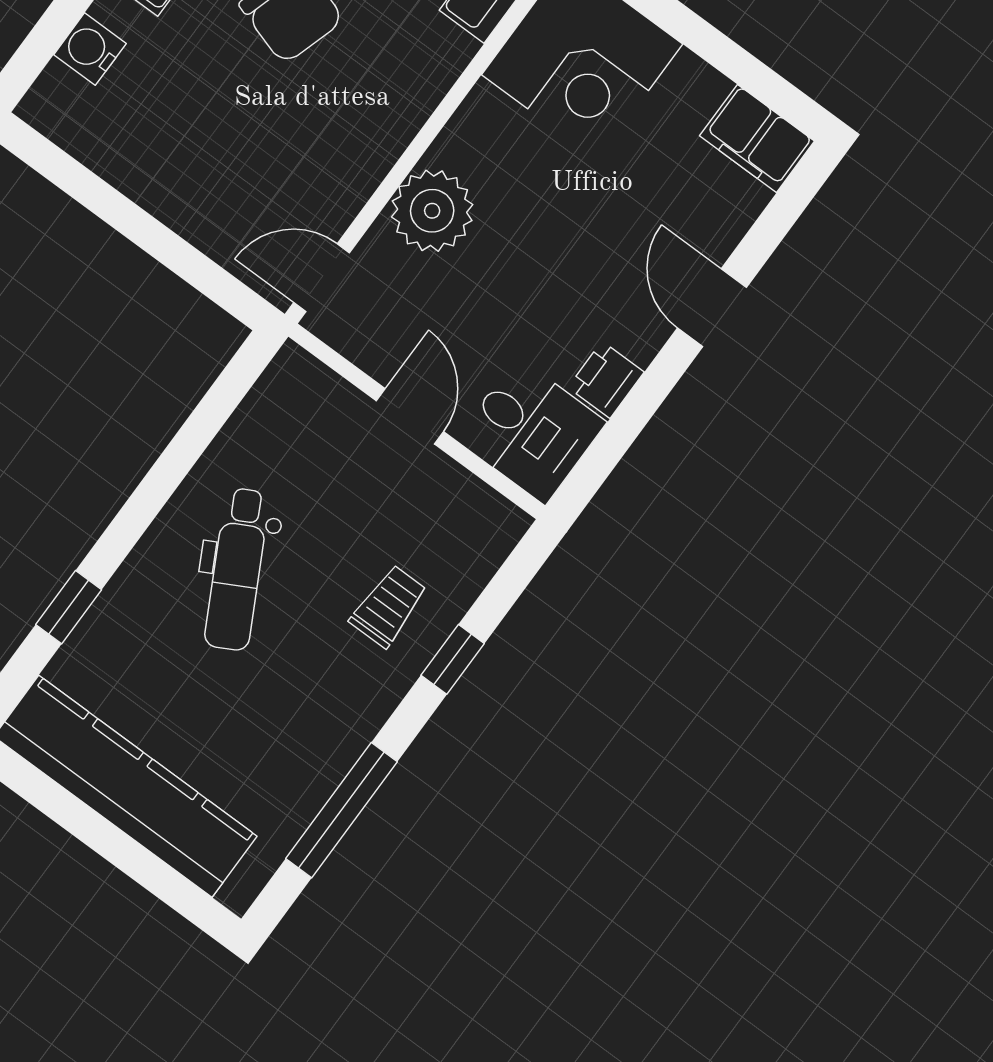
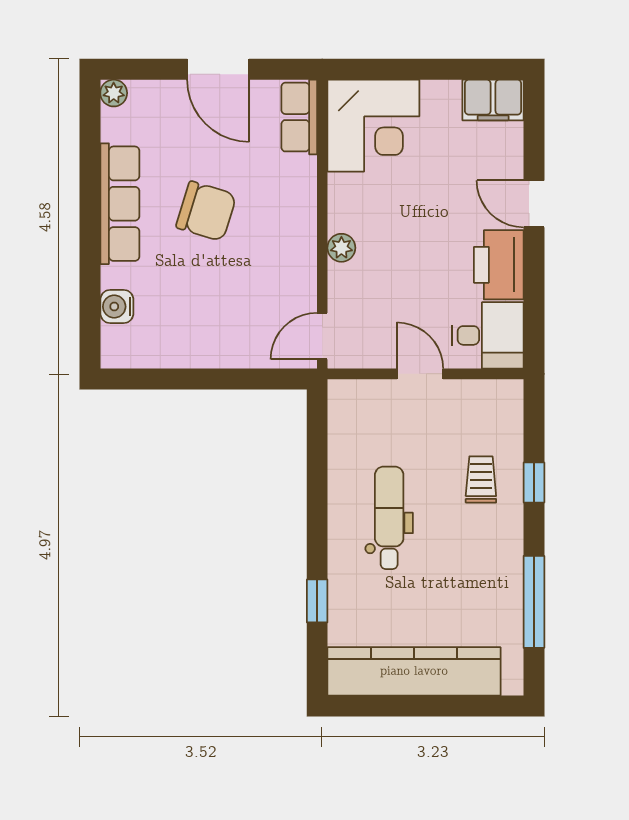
plant: (432, 211) -> (341, 248), width x0.53, depth x0.53
printer: (606, 380) -> (499, 265), width x1.87, depth x1.48
dental chair: (237, 569) -> (389, 518), turned -152

